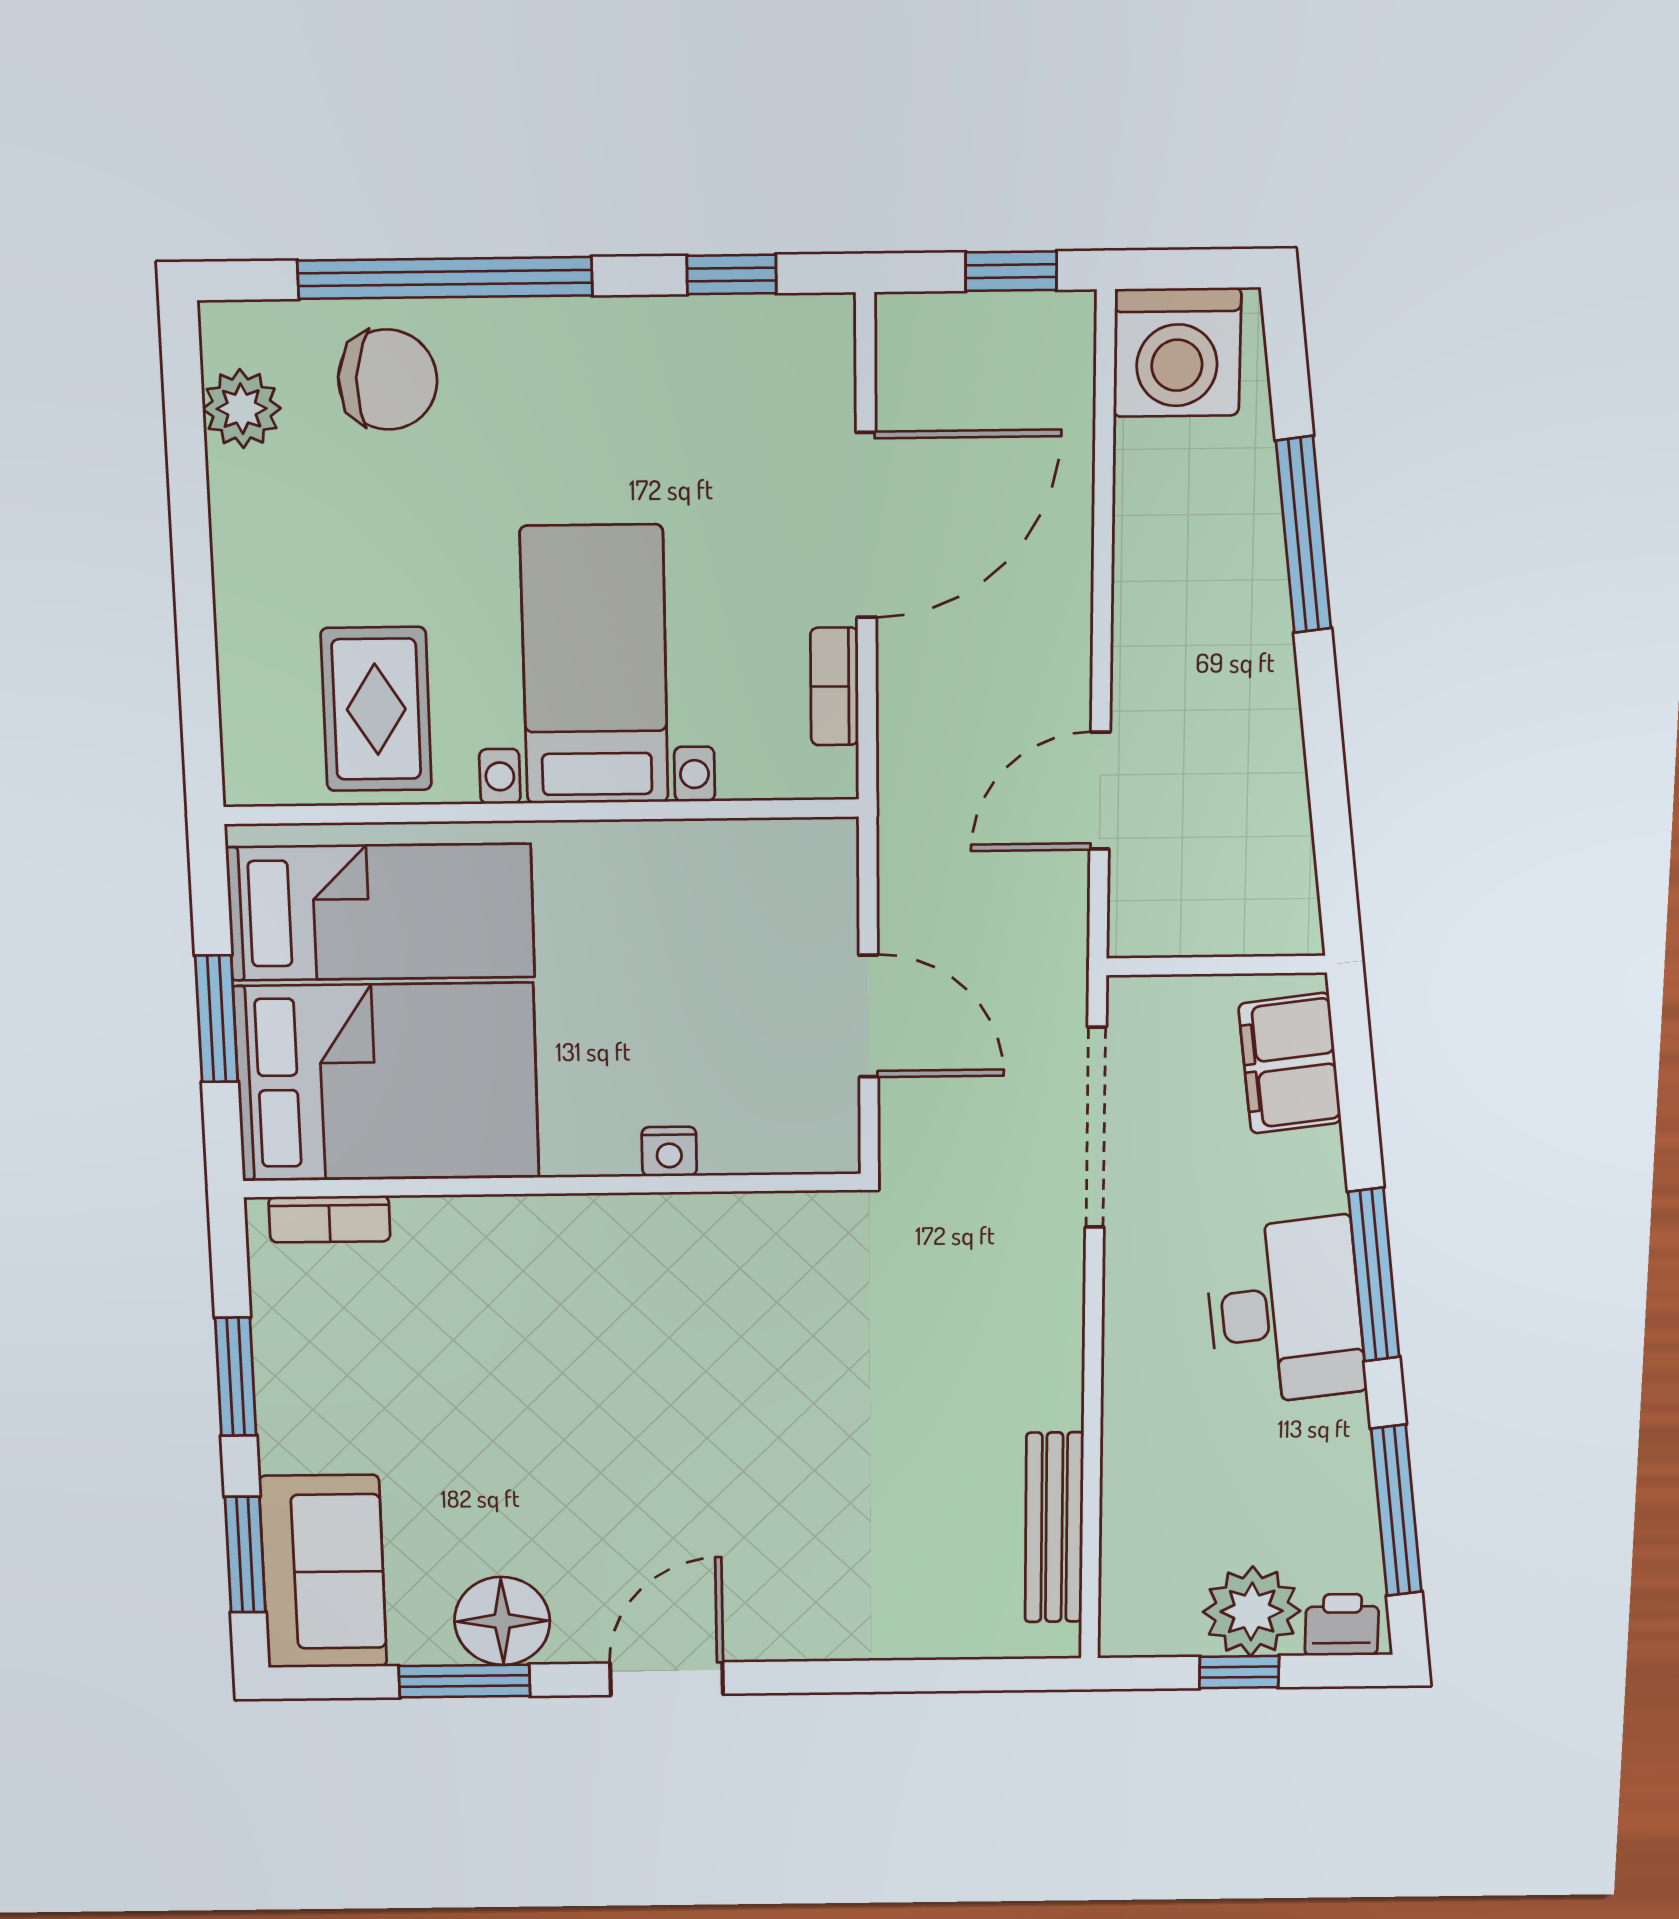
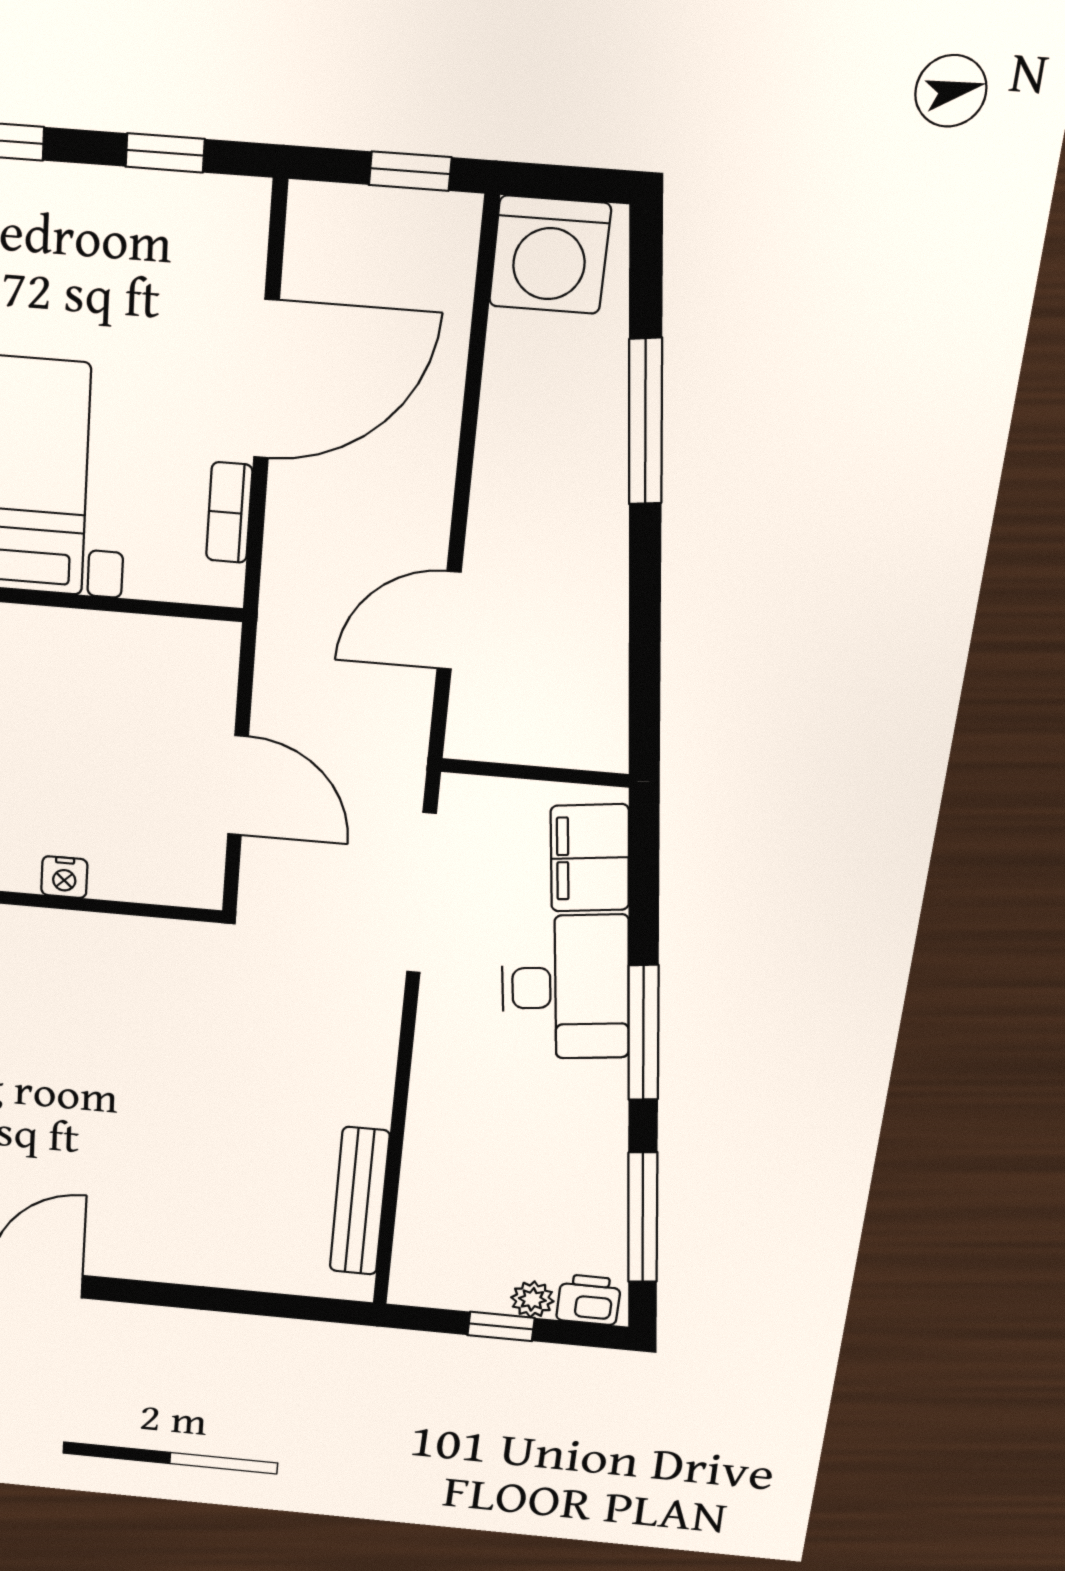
desk: (1285, 1312) -> (565, 987), moved
plant: (1252, 1611) -> (532, 1299), width x0.53, depth x0.53

